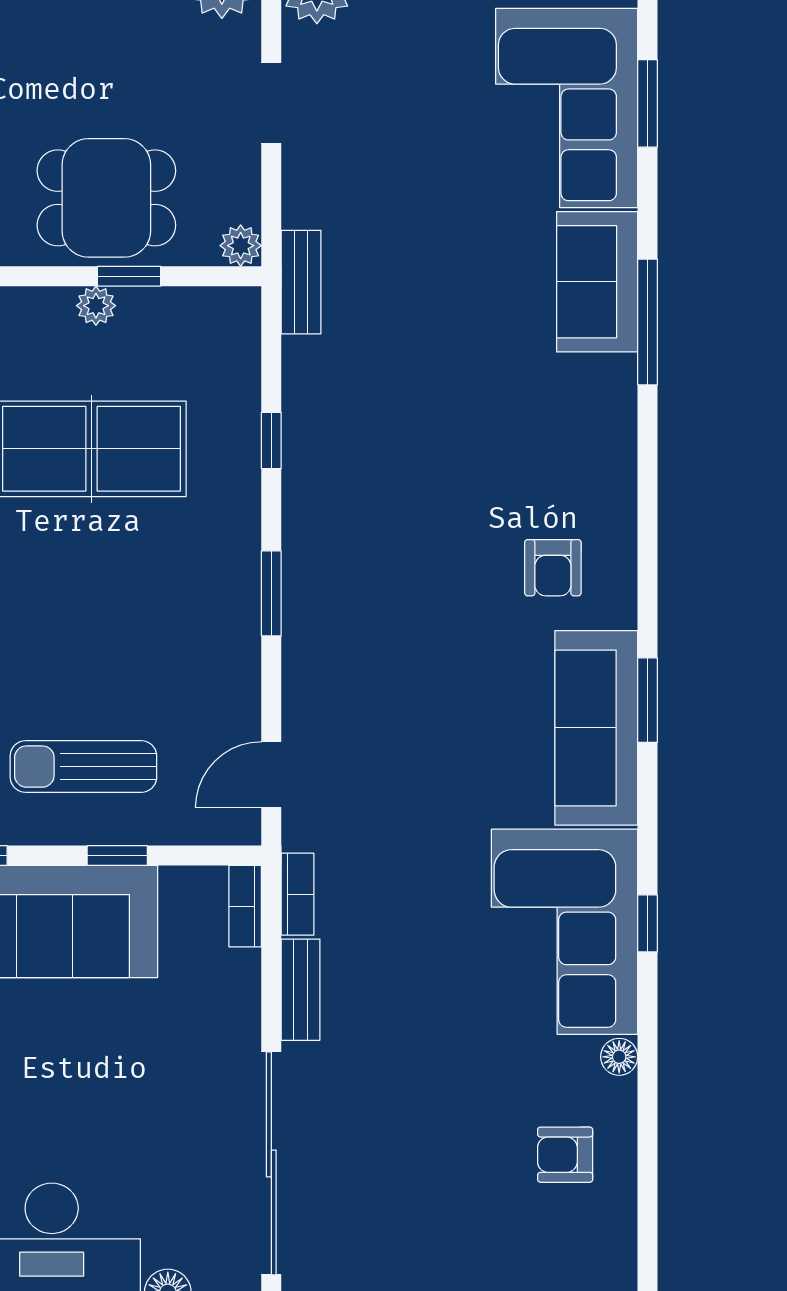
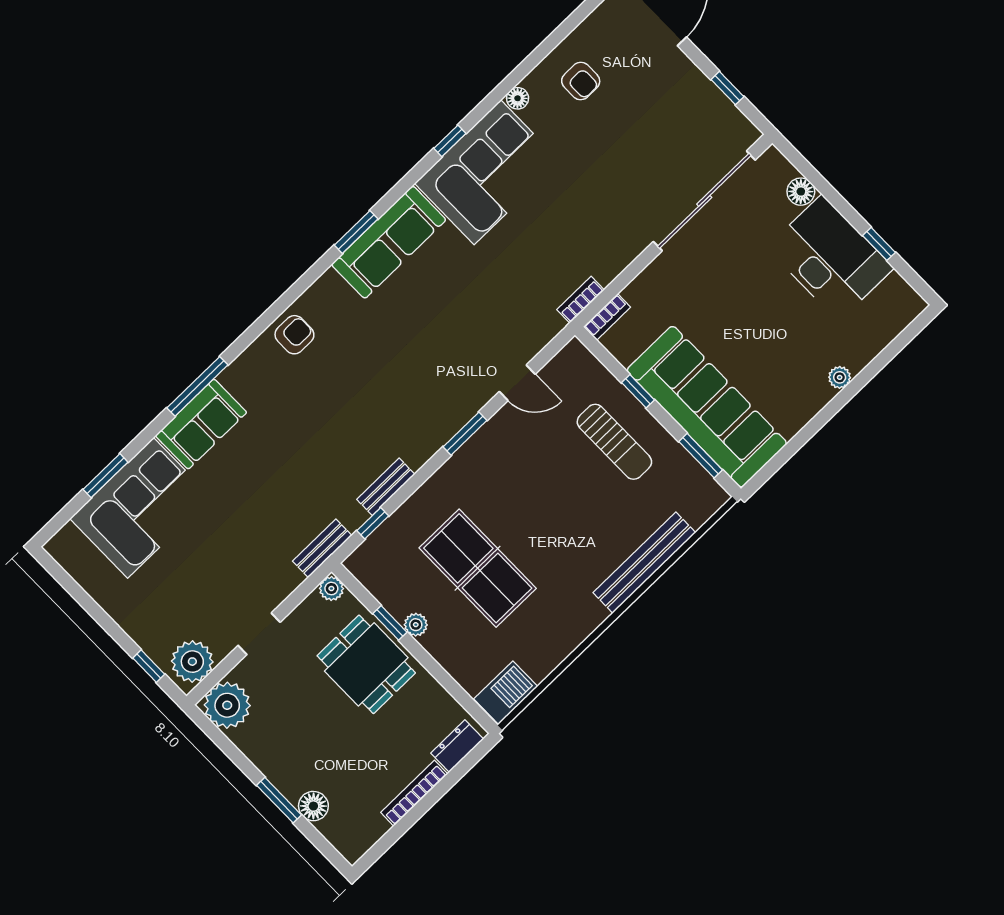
window: (271, 441) -> (373, 523), moved
armchair: (553, 568) -> (294, 335), moved
door: (271, 775) -> (517, 383), moved
bench: (301, 990) -> (386, 487), moved

